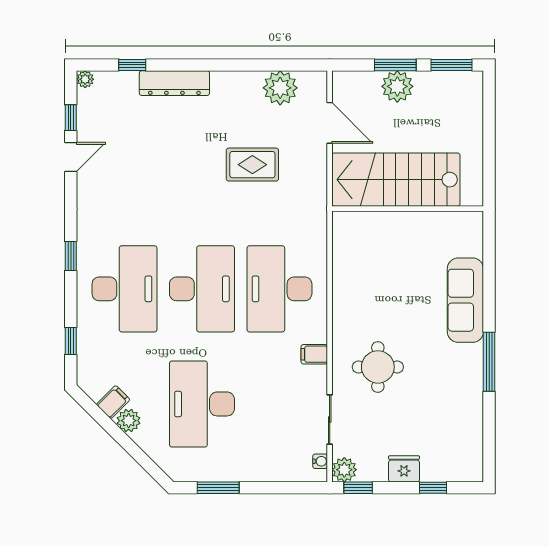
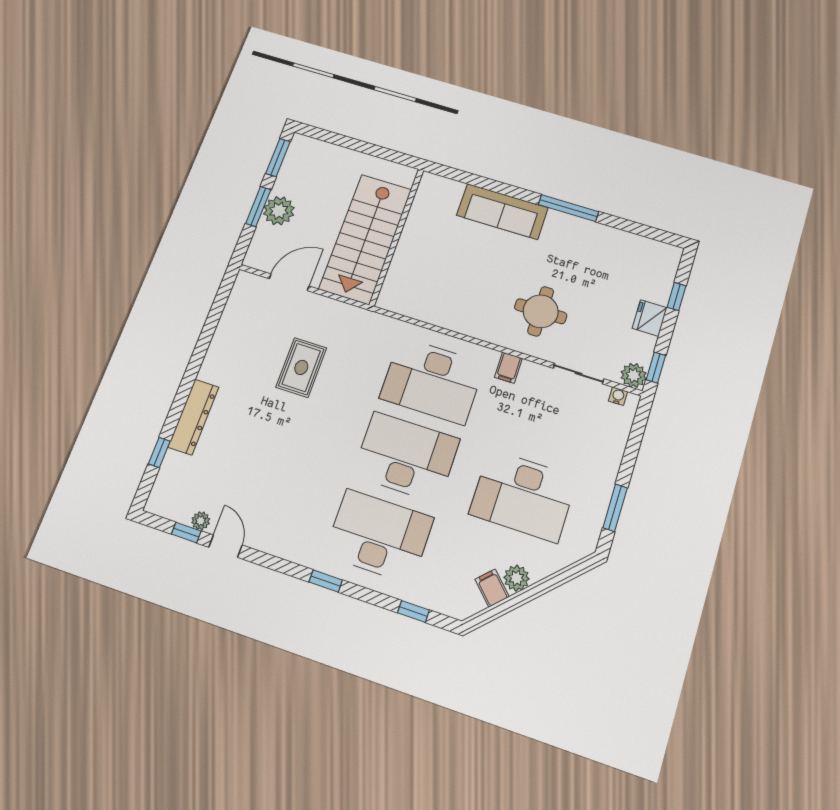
plant: (85, 79) -> (201, 521), moved
plant: (280, 88) -> (238, 317), removed

